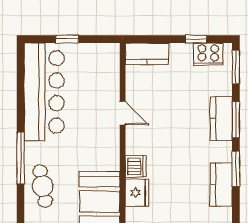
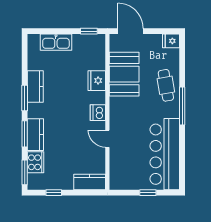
cooker: (208, 54) -> (36, 162), moved, turned 90
dishwasher: (136, 167) -> (98, 113), moved

